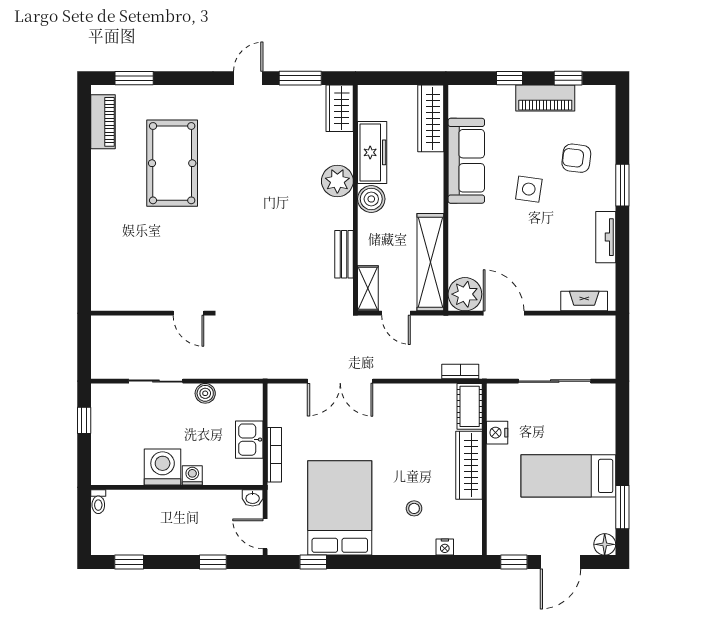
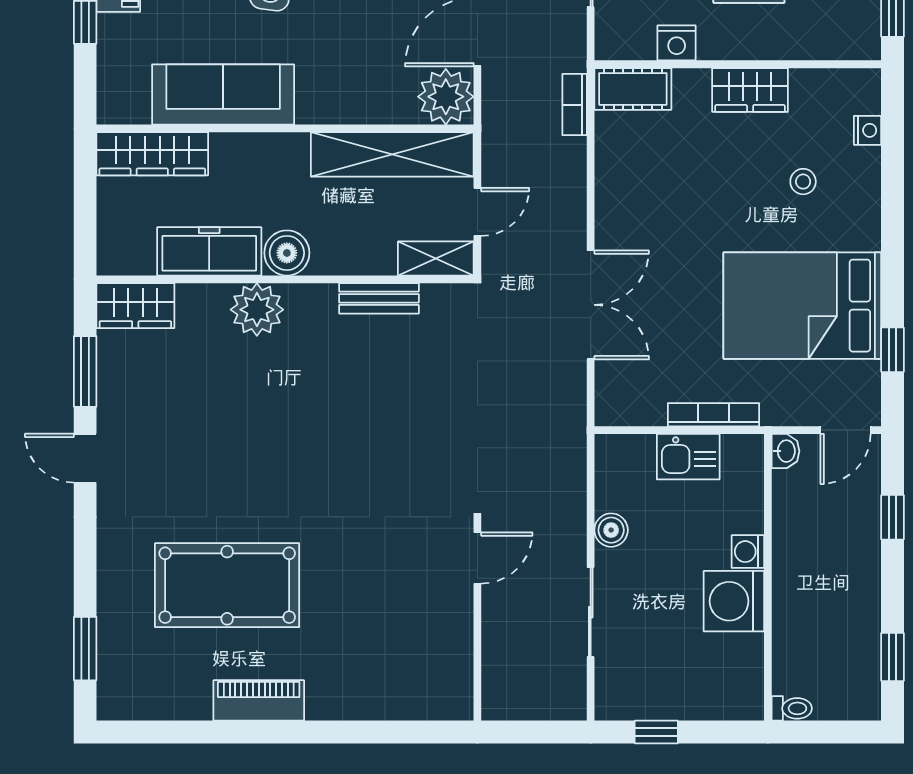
piano: (103, 122) -> (259, 700), moved
wardrobe: (469, 465) -> (750, 90), width x0.67

